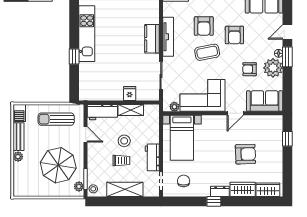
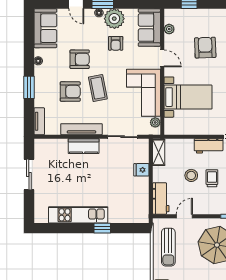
shelving: (131, 110) -> (159, 152), moved
plant: (263, 120) -> (169, 29), added
bed with nightstands: (182, 138) -> (188, 97), moved

